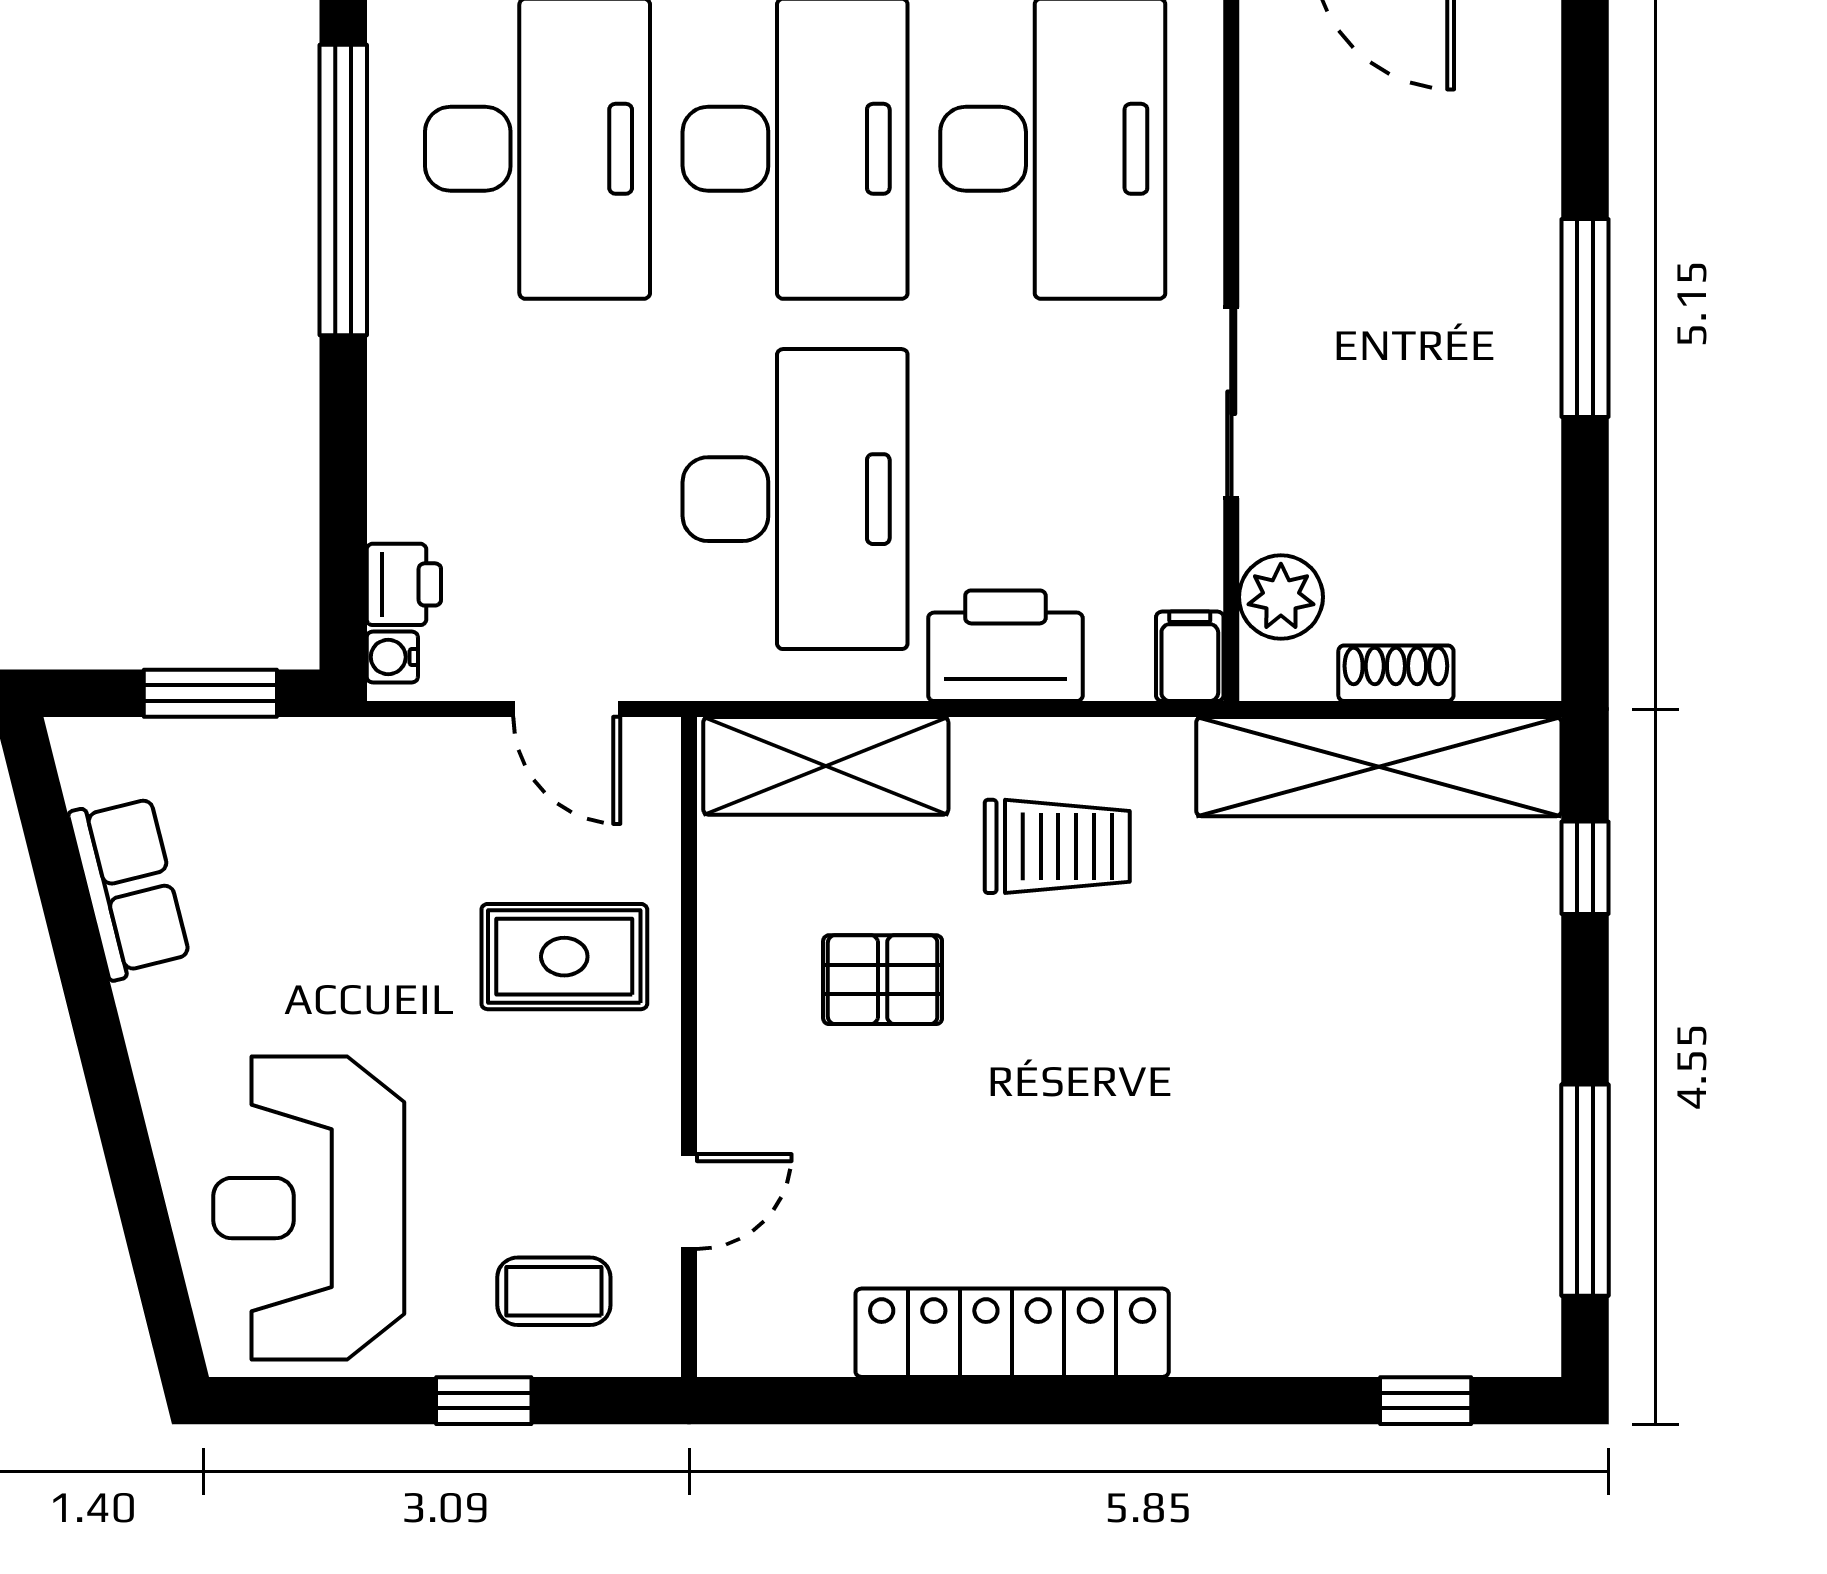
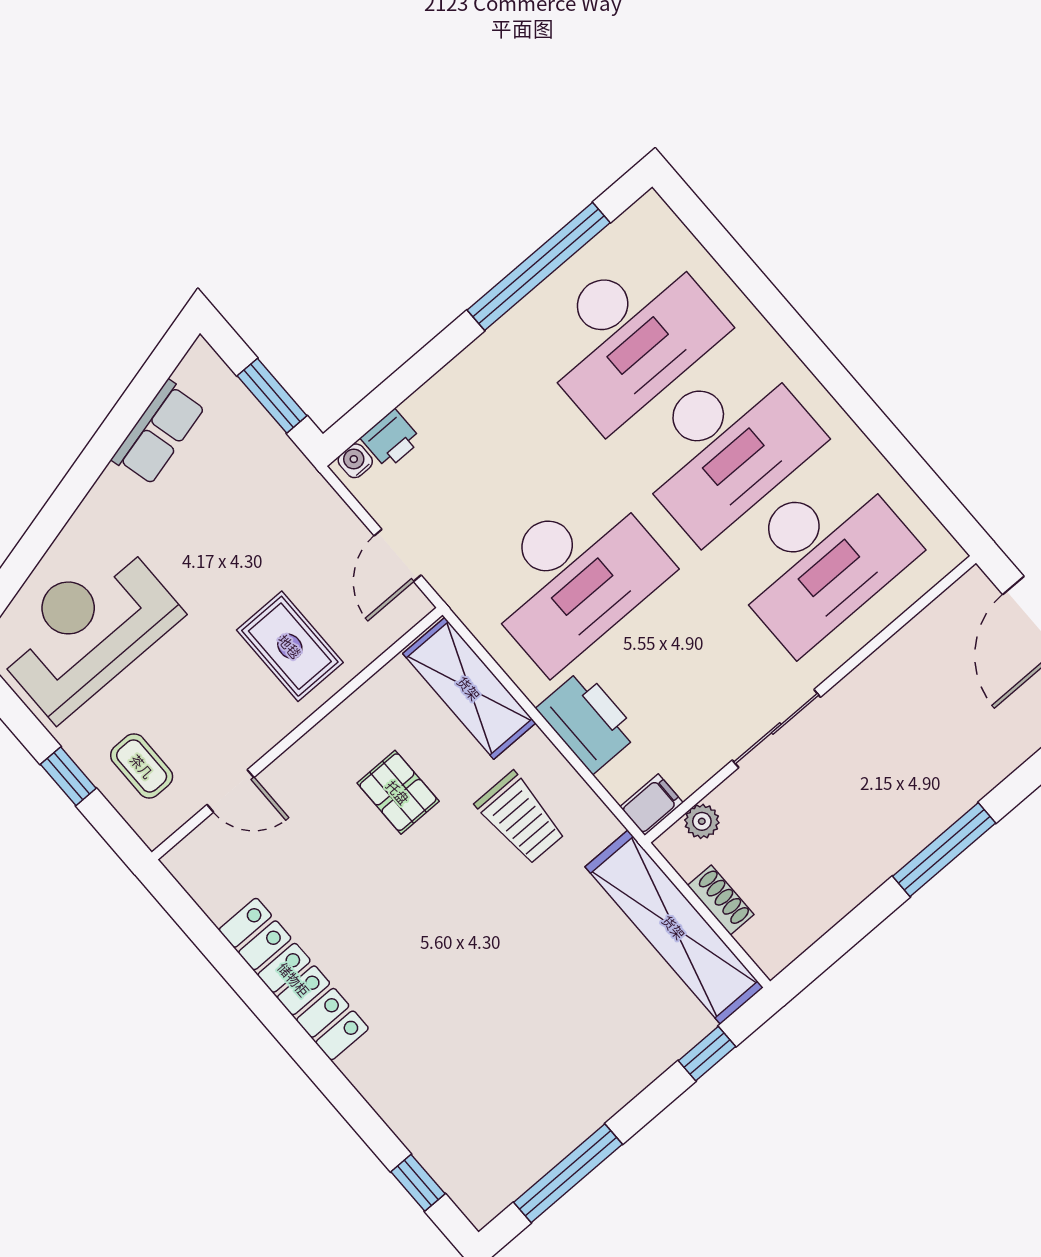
plant: (1281, 597) -> (702, 821), width x0.73, depth x0.73

